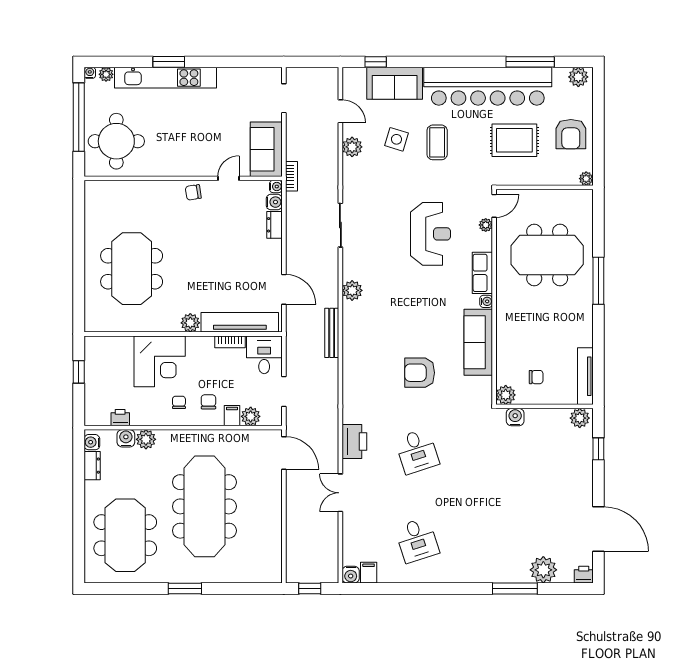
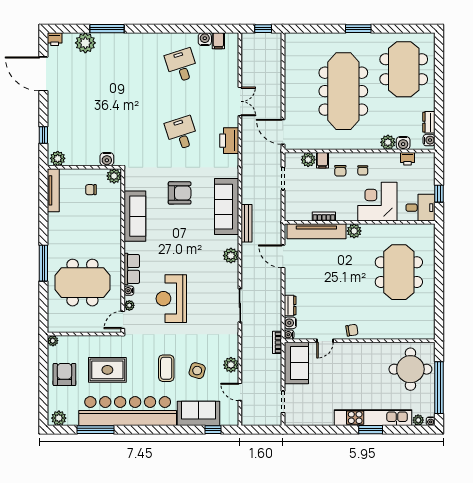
water cooler: (486, 301) -> (129, 291), moved
desk: (264, 355) -> (421, 208), moved, turned -90
sofa: (358, 355) -> (227, 207), added
water cooler: (351, 575) -> (205, 39), moved

